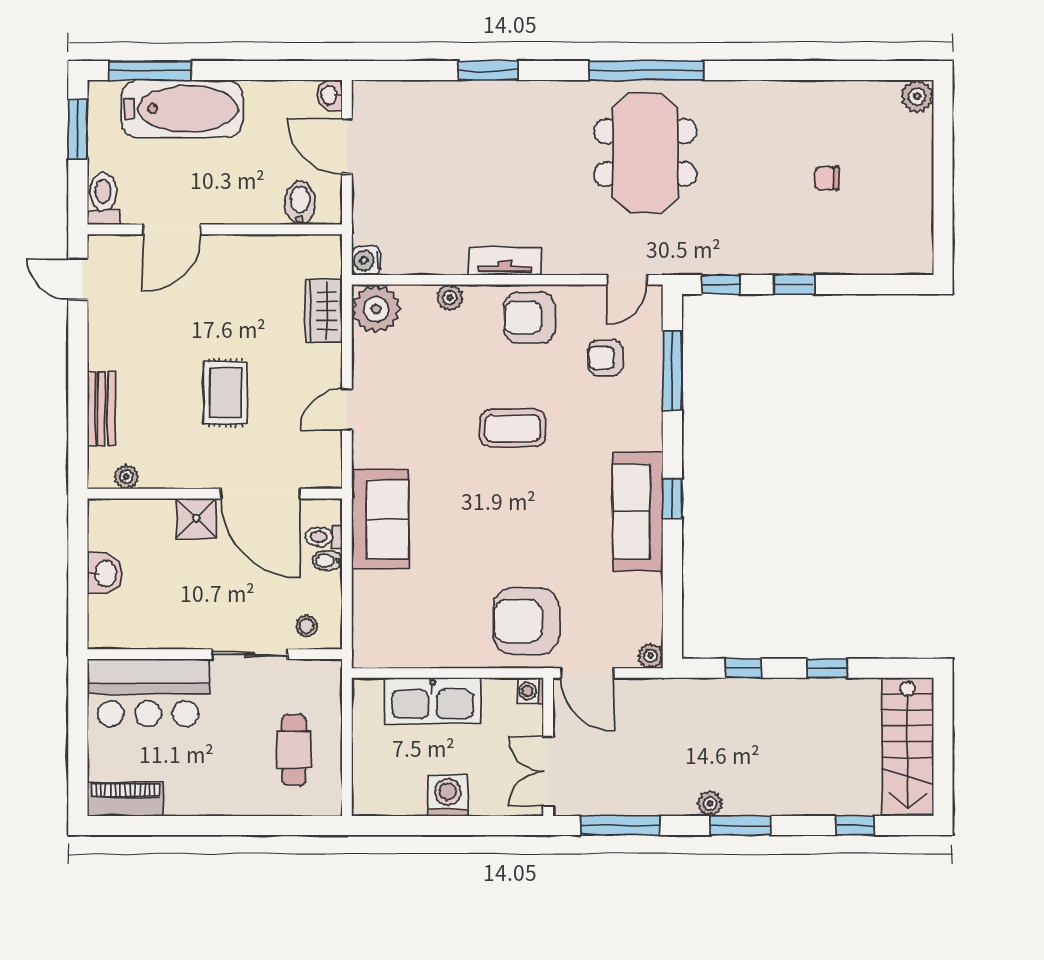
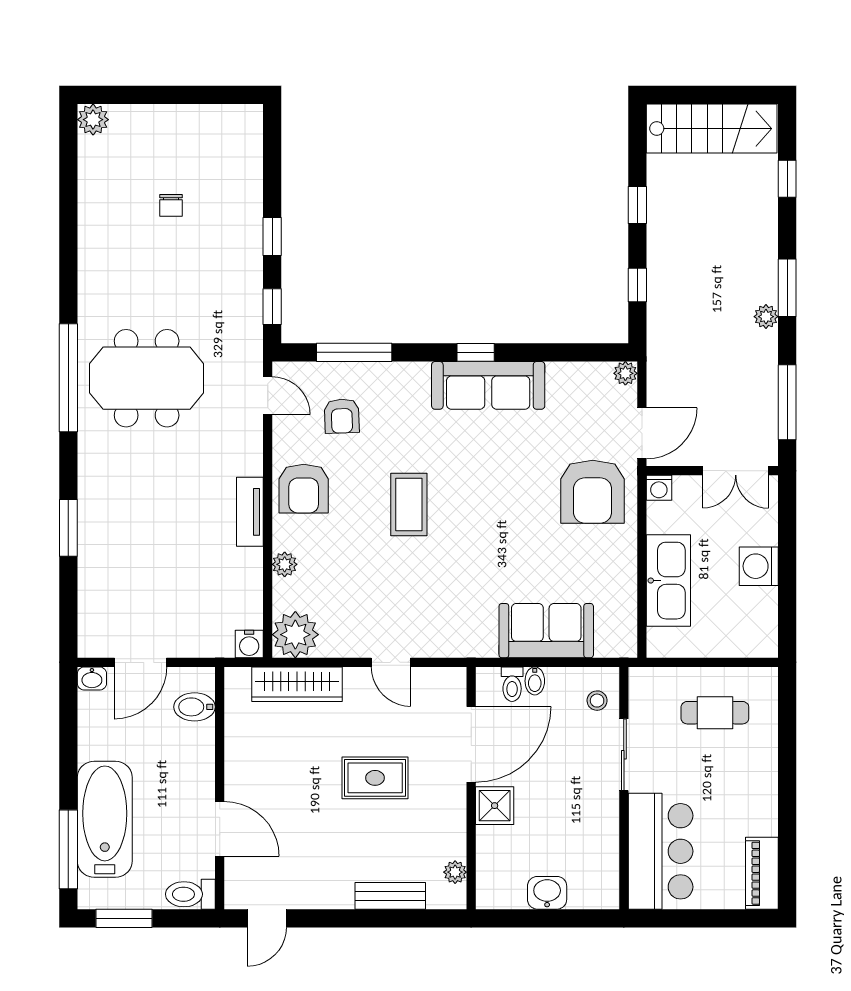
wardrobe: (324, 311) -> (297, 684), width x1.50
sofa: (380, 519) -> (546, 631), moved

